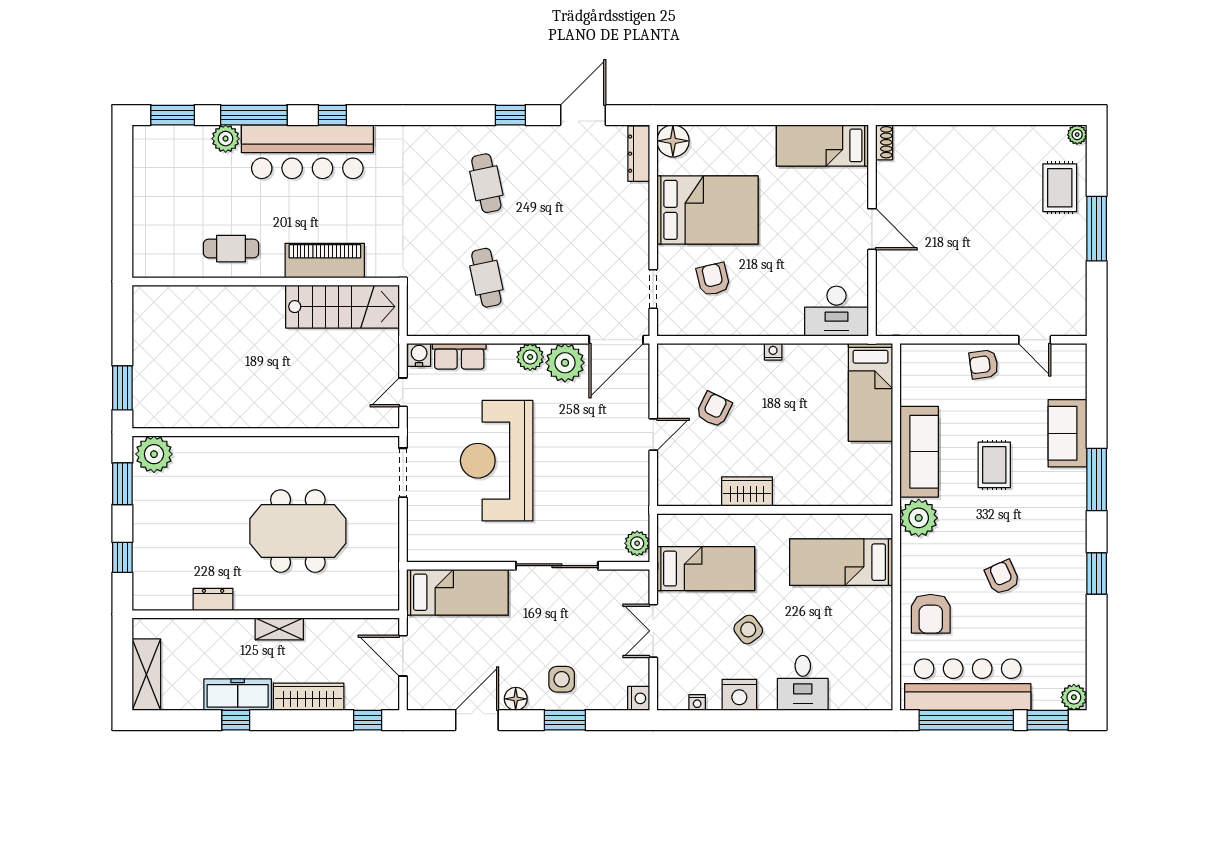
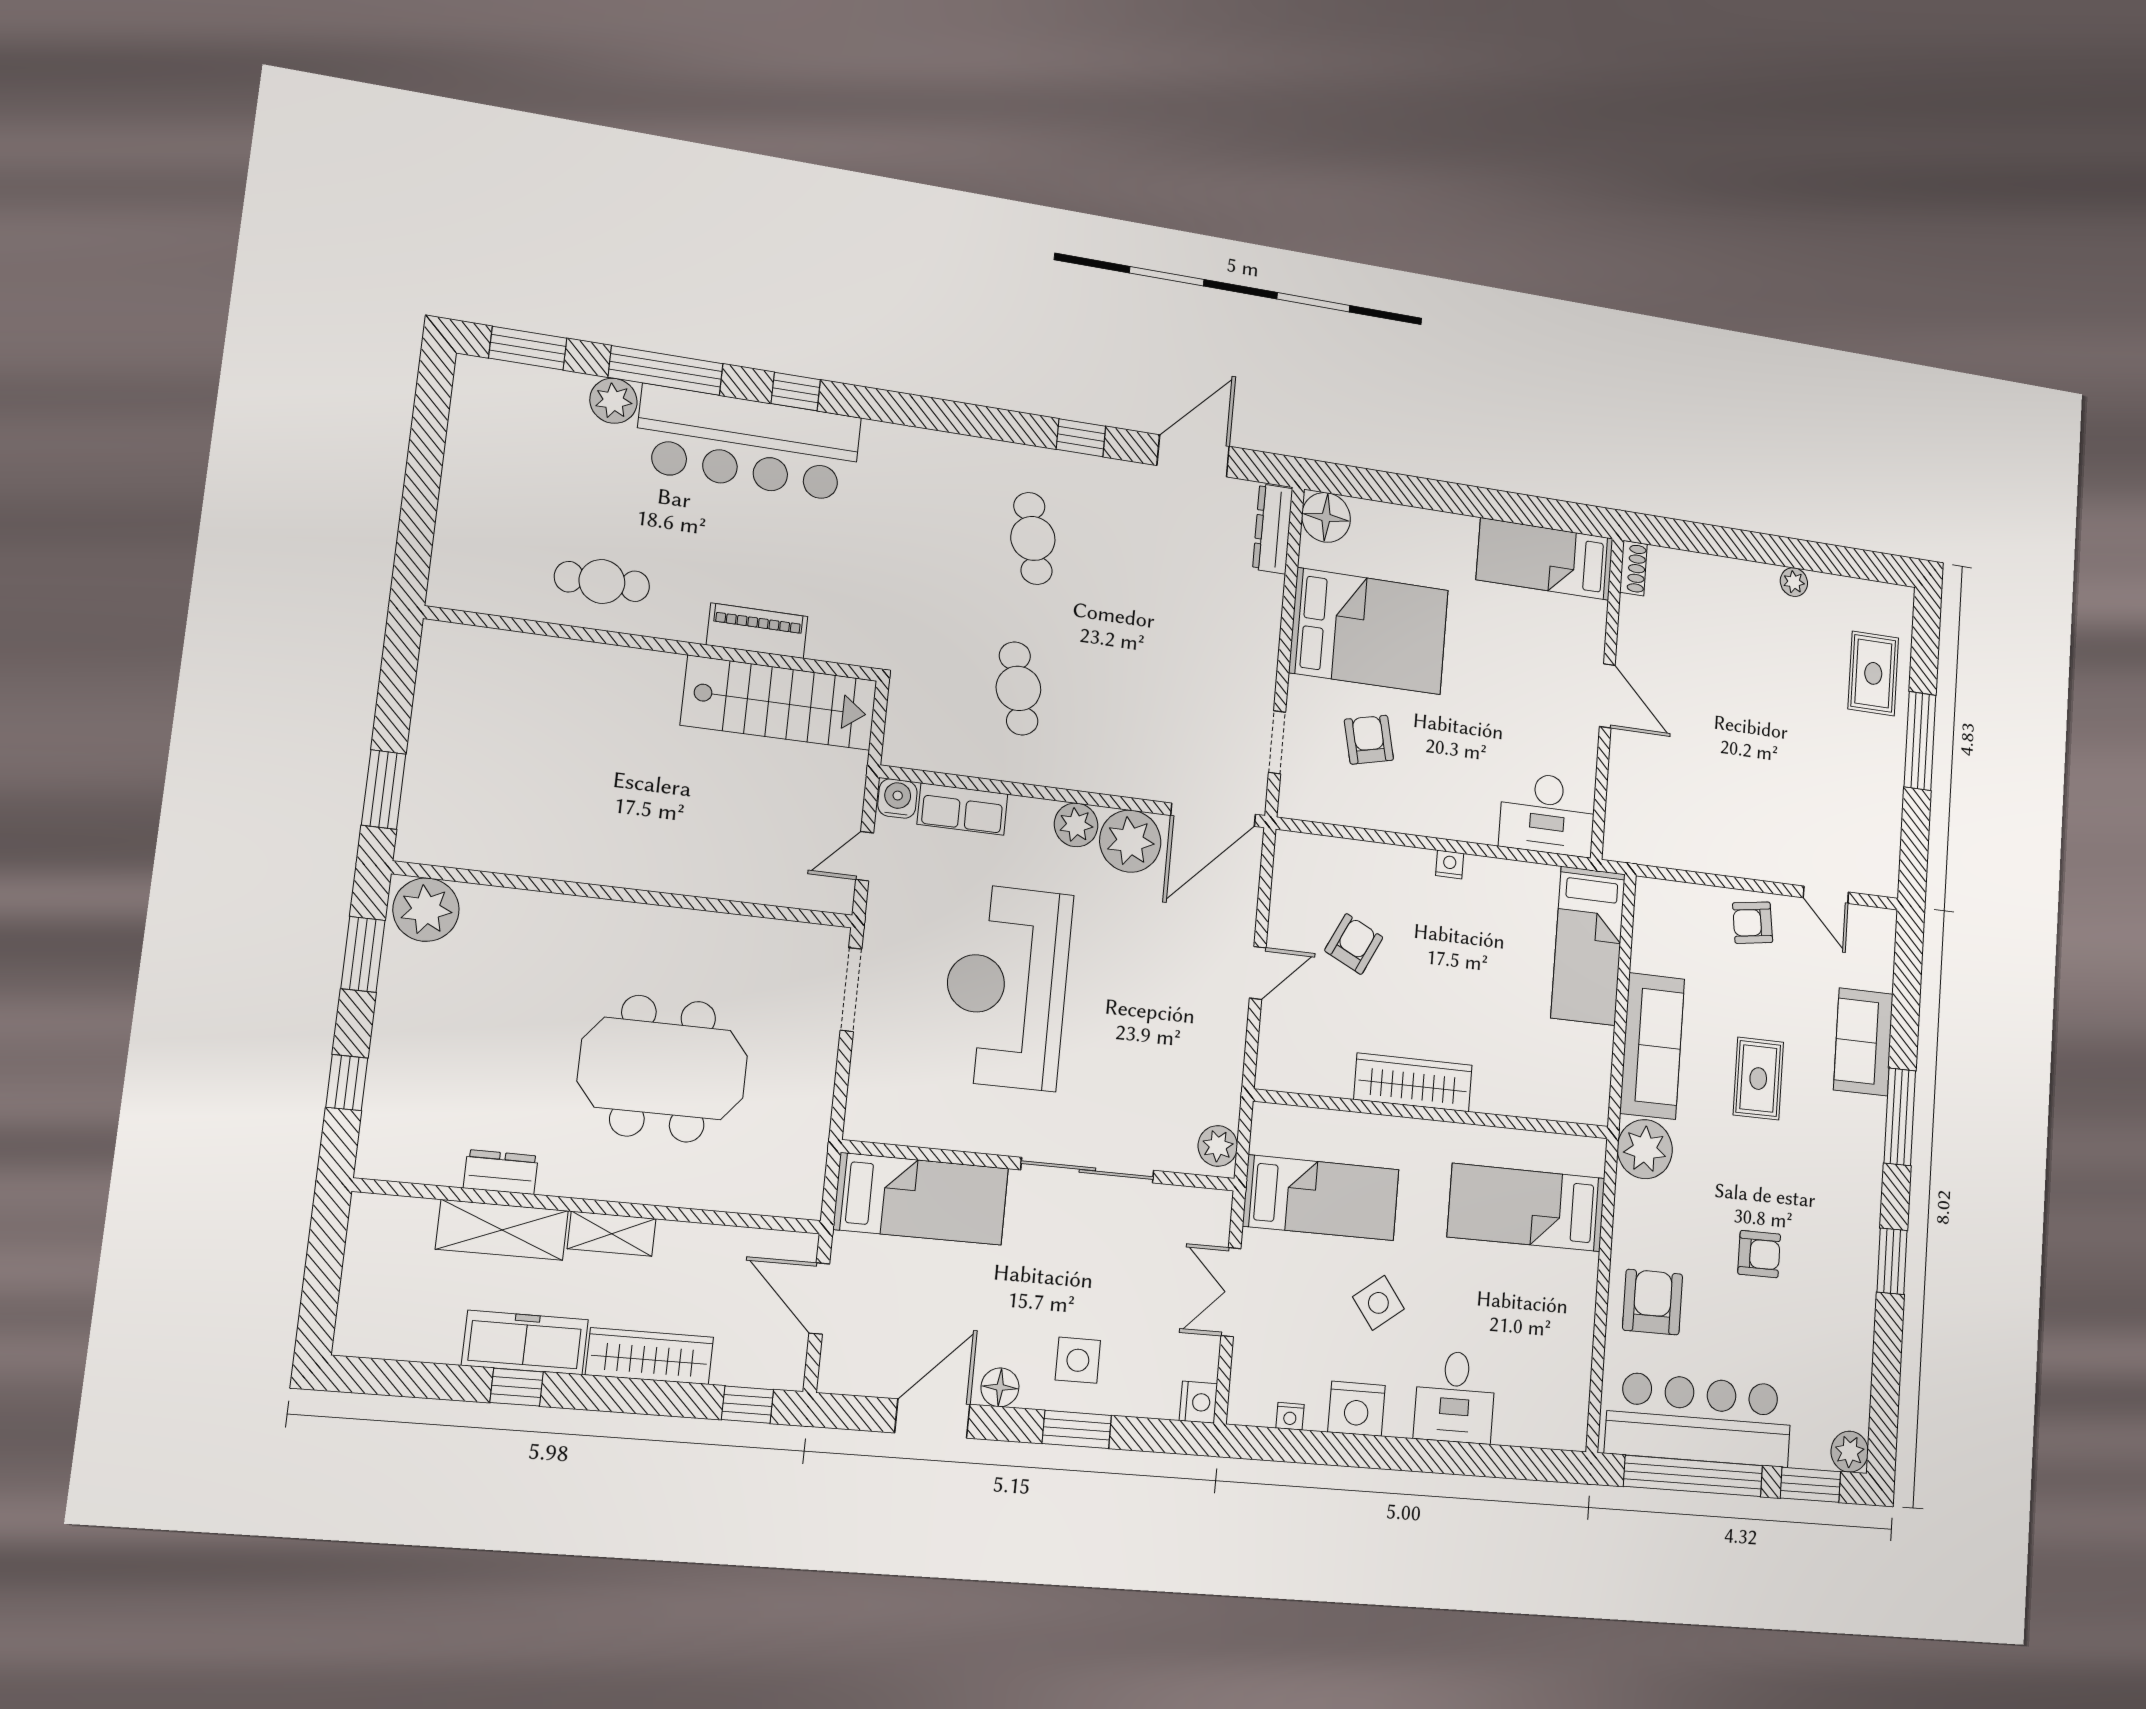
plant: (1077, 135) -> (1794, 582), moved
piano: (325, 261) -> (757, 631), width x0.73, depth x0.75
wardrobe: (747, 492) -> (1413, 1082), width x1.50
armchair: (1002, 577) -> (1759, 1254), turned 114
armchair: (931, 614) -> (1653, 1302), turned 180
shelving: (146, 675) -> (502, 1230), moved, turned 90

